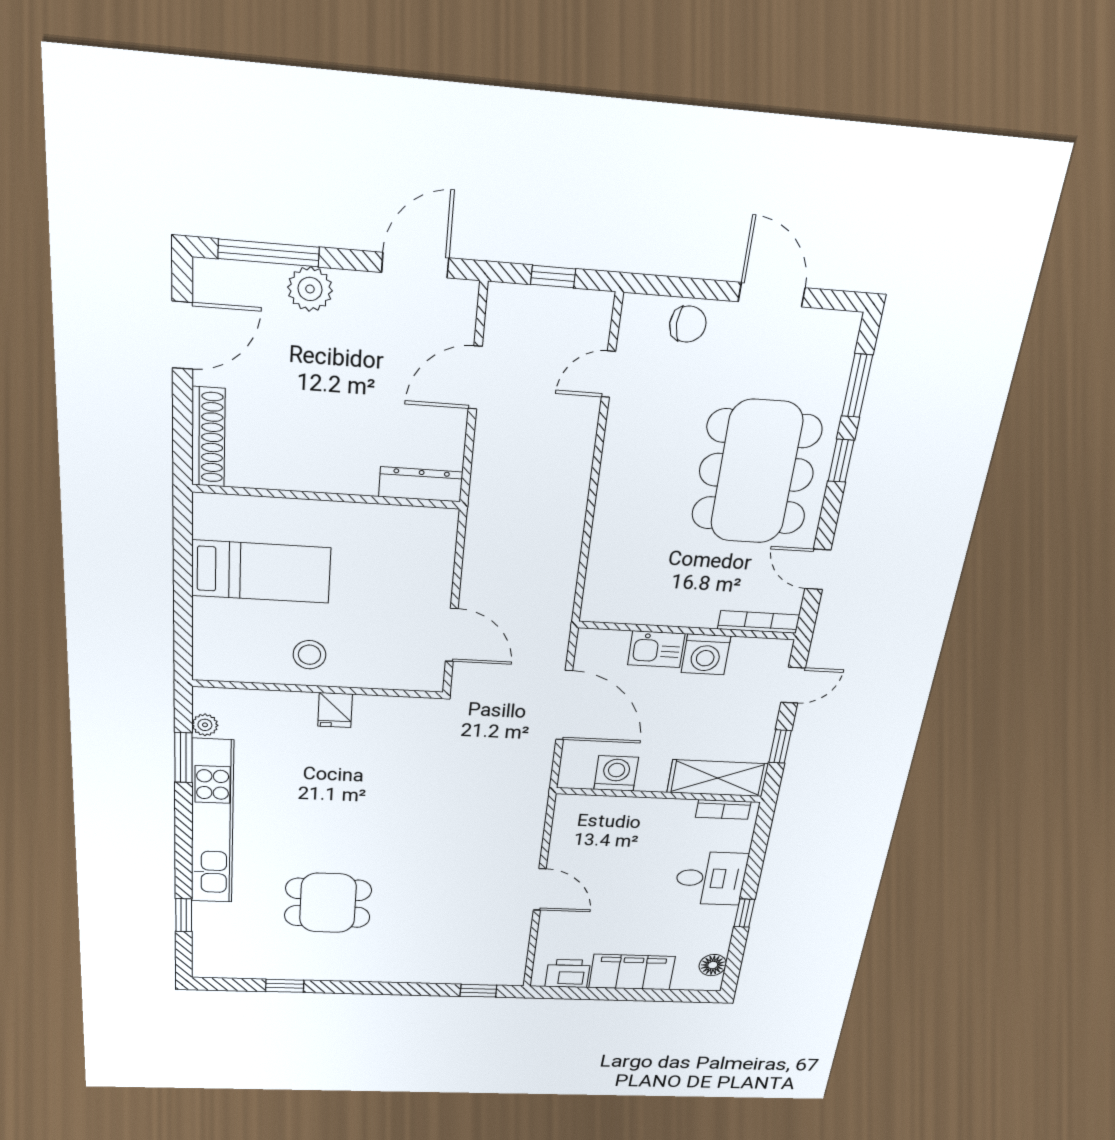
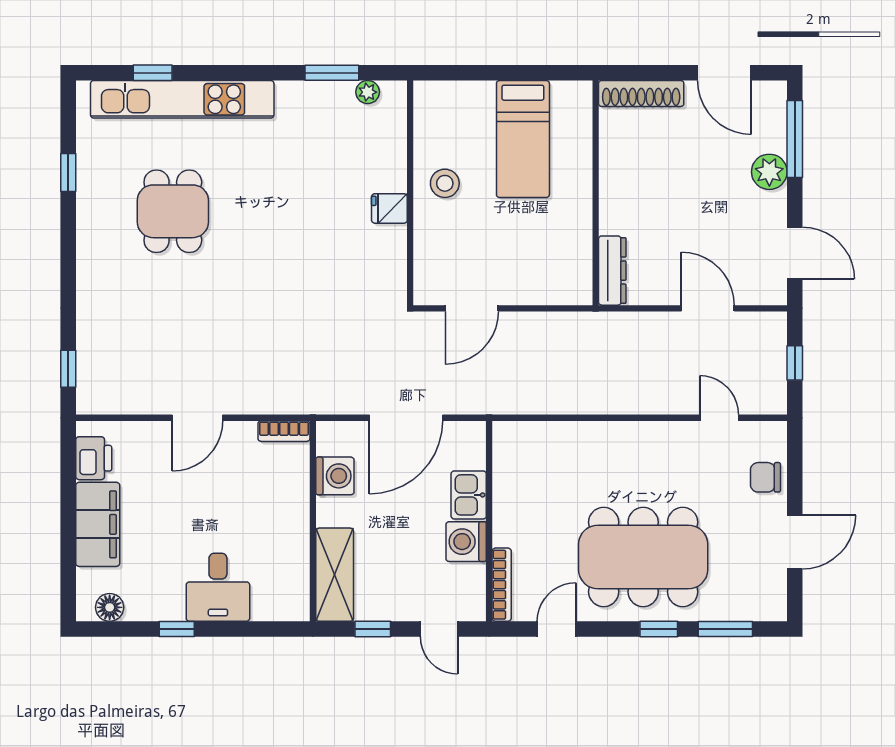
chair: (688, 324) -> (765, 477), turned 90
bookcase: (723, 809) -> (284, 431), moved, turned -90
kitchen unit: (212, 822) -> (182, 99), moved

